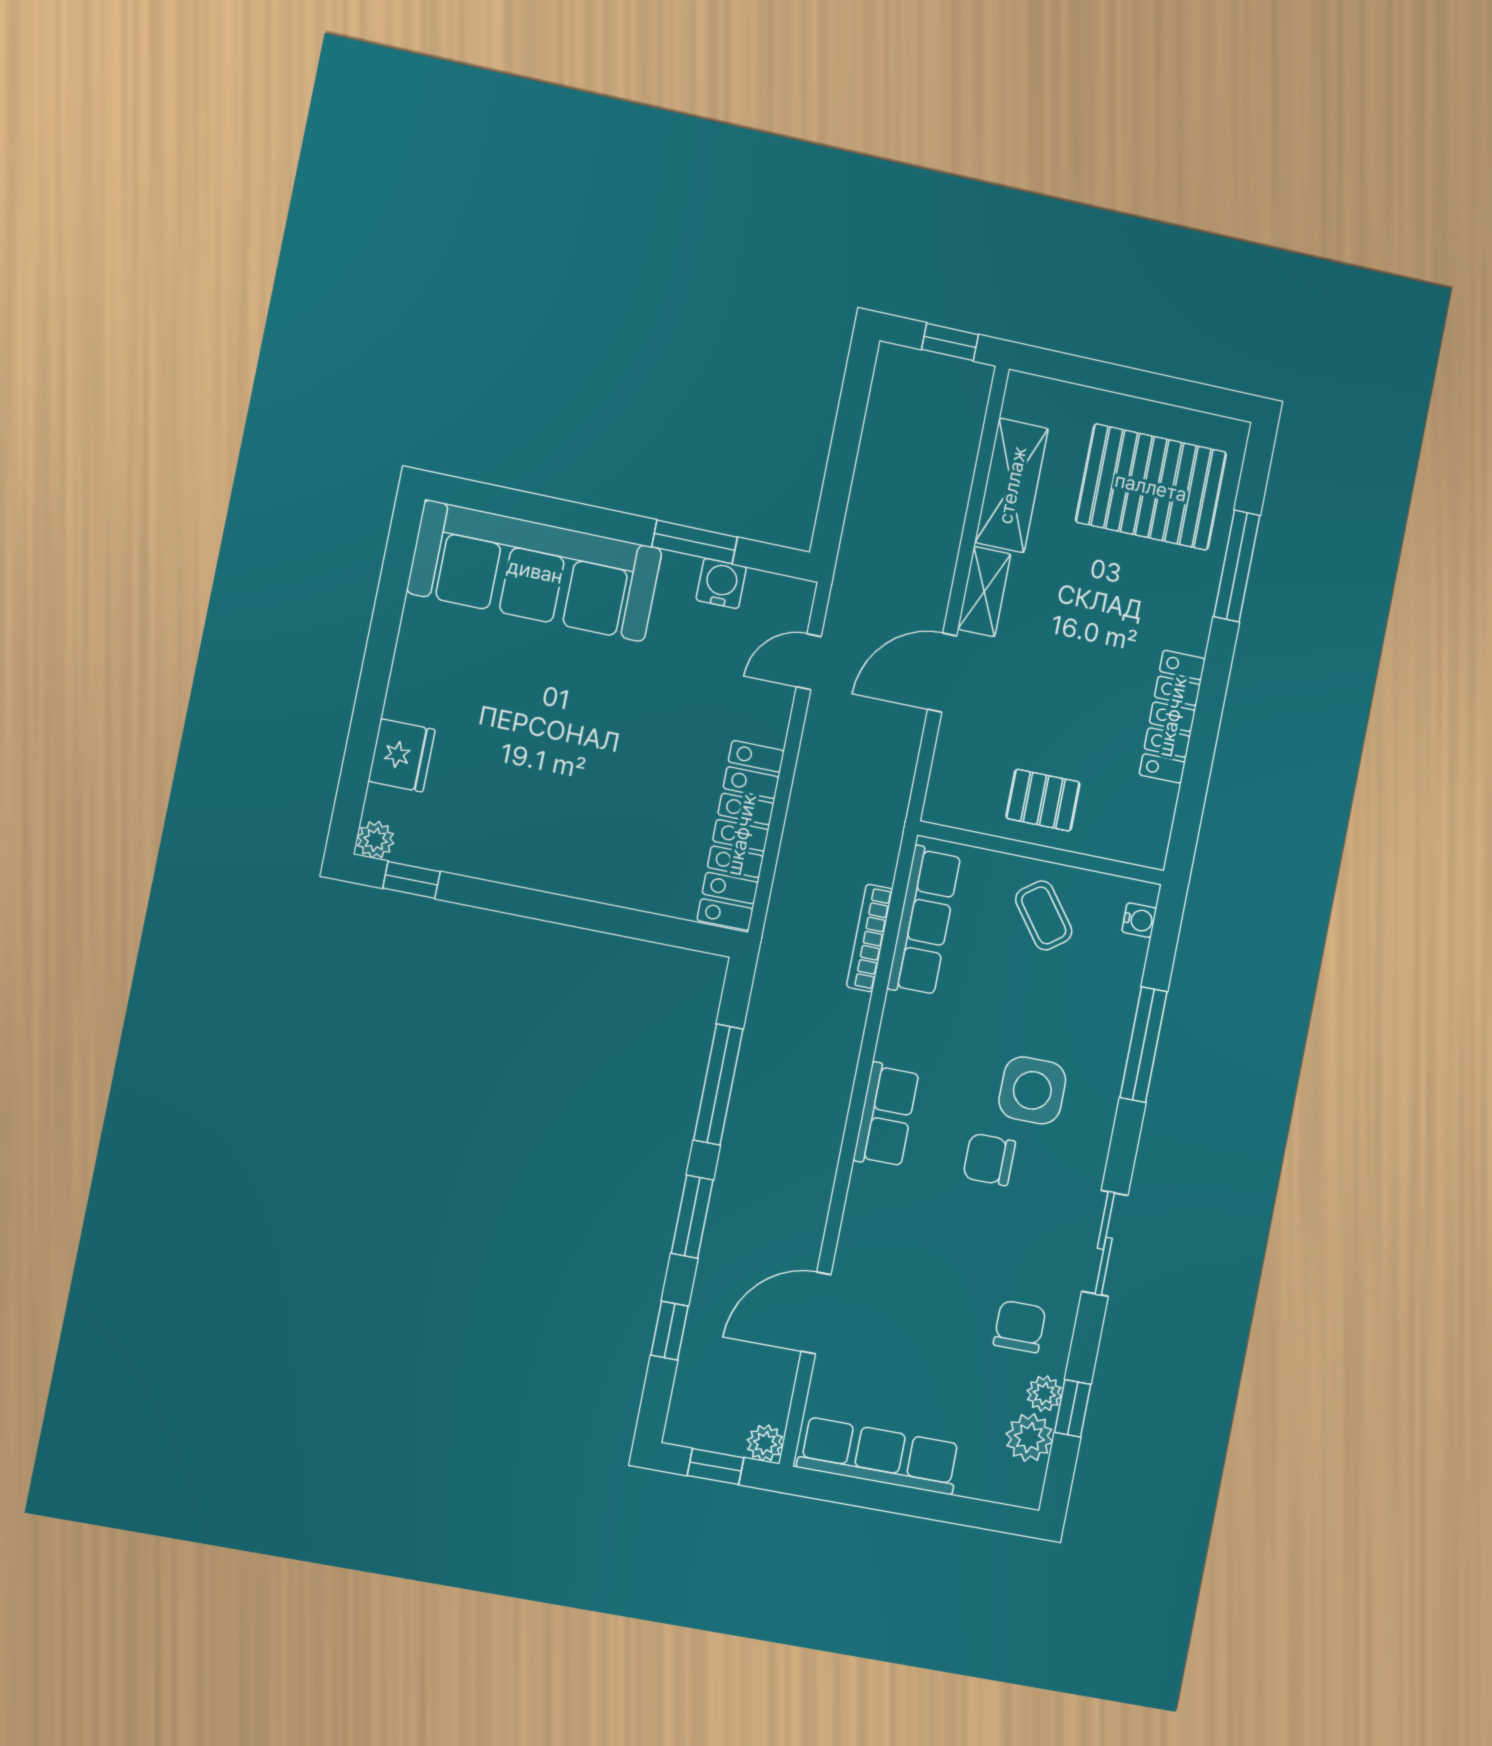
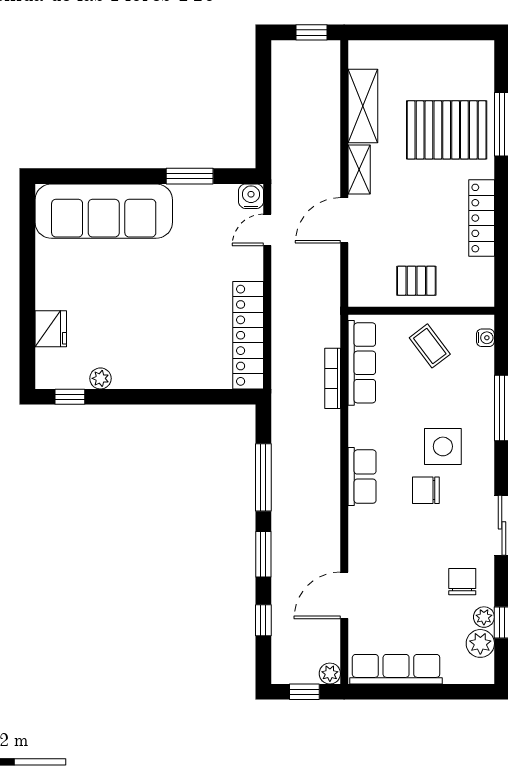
pallet: (1151, 487) -> (447, 130), moved
water cooler: (721, 583) -> (251, 196), moved
plant: (375, 840) -> (100, 378), moved

